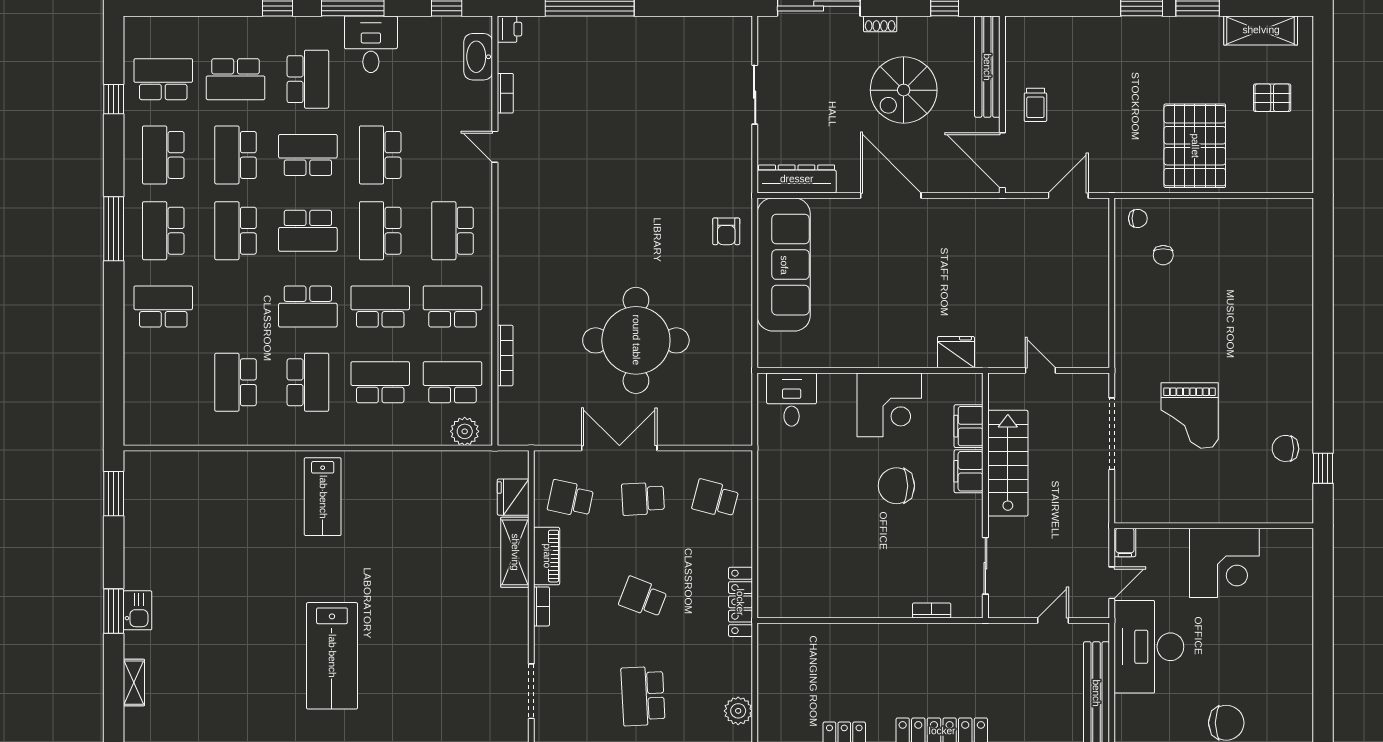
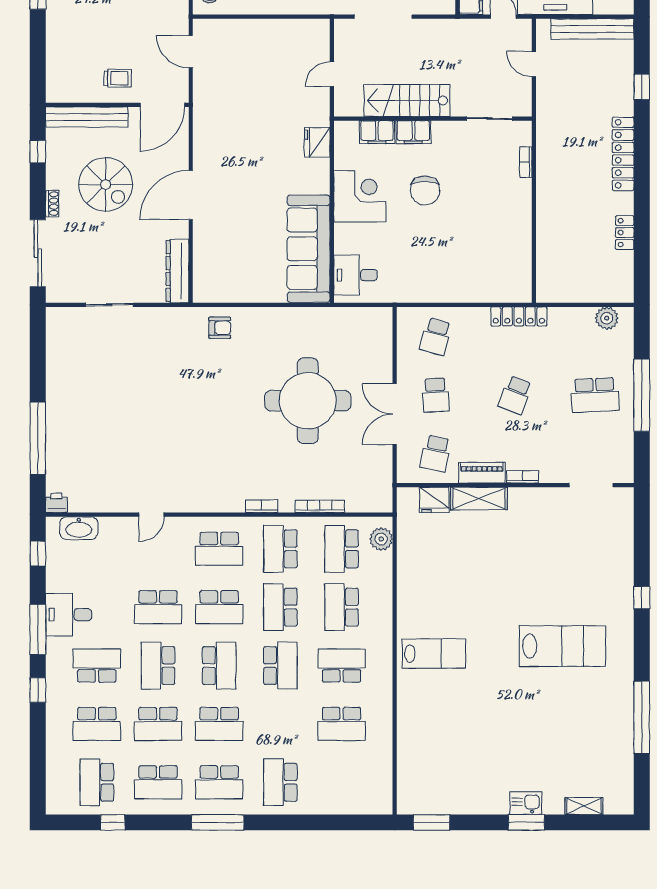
school desk: (236, 79) -> (97, 724), turned 90
bookcase: (505, 93) -> (261, 506), moved
sofa: (784, 265) -> (309, 249), moved, turned -90

